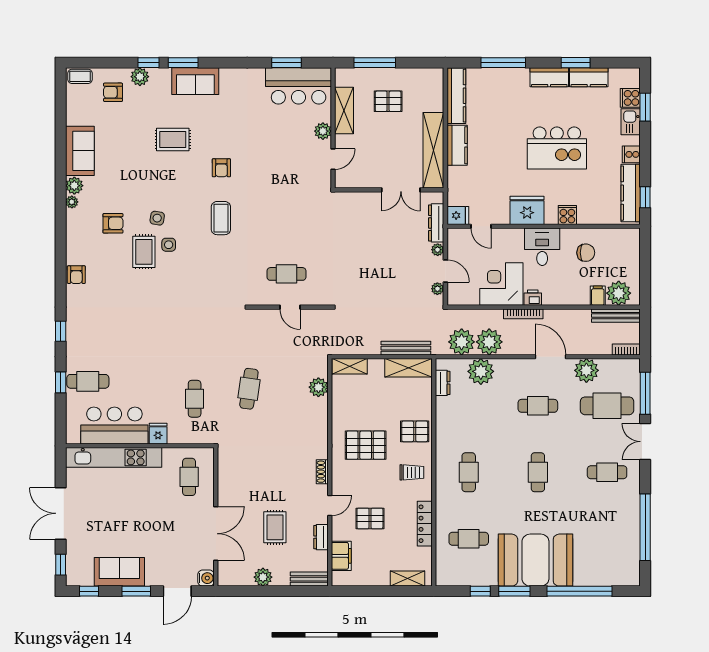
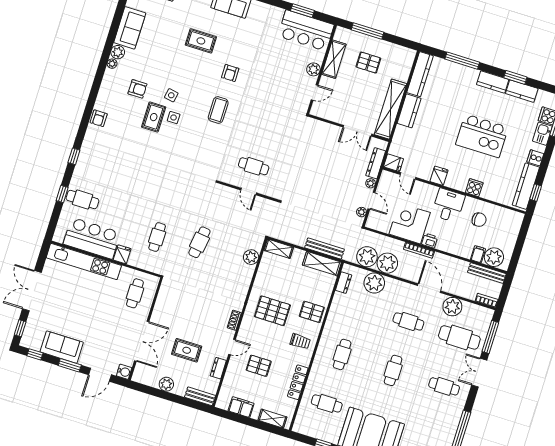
fridge: (527, 210) -> (439, 176), width x0.53, depth x0.75
rug: (275, 527) -> (187, 350), turned 90
filing cabinet: (341, 556) -> (241, 407), moved, turned -90

